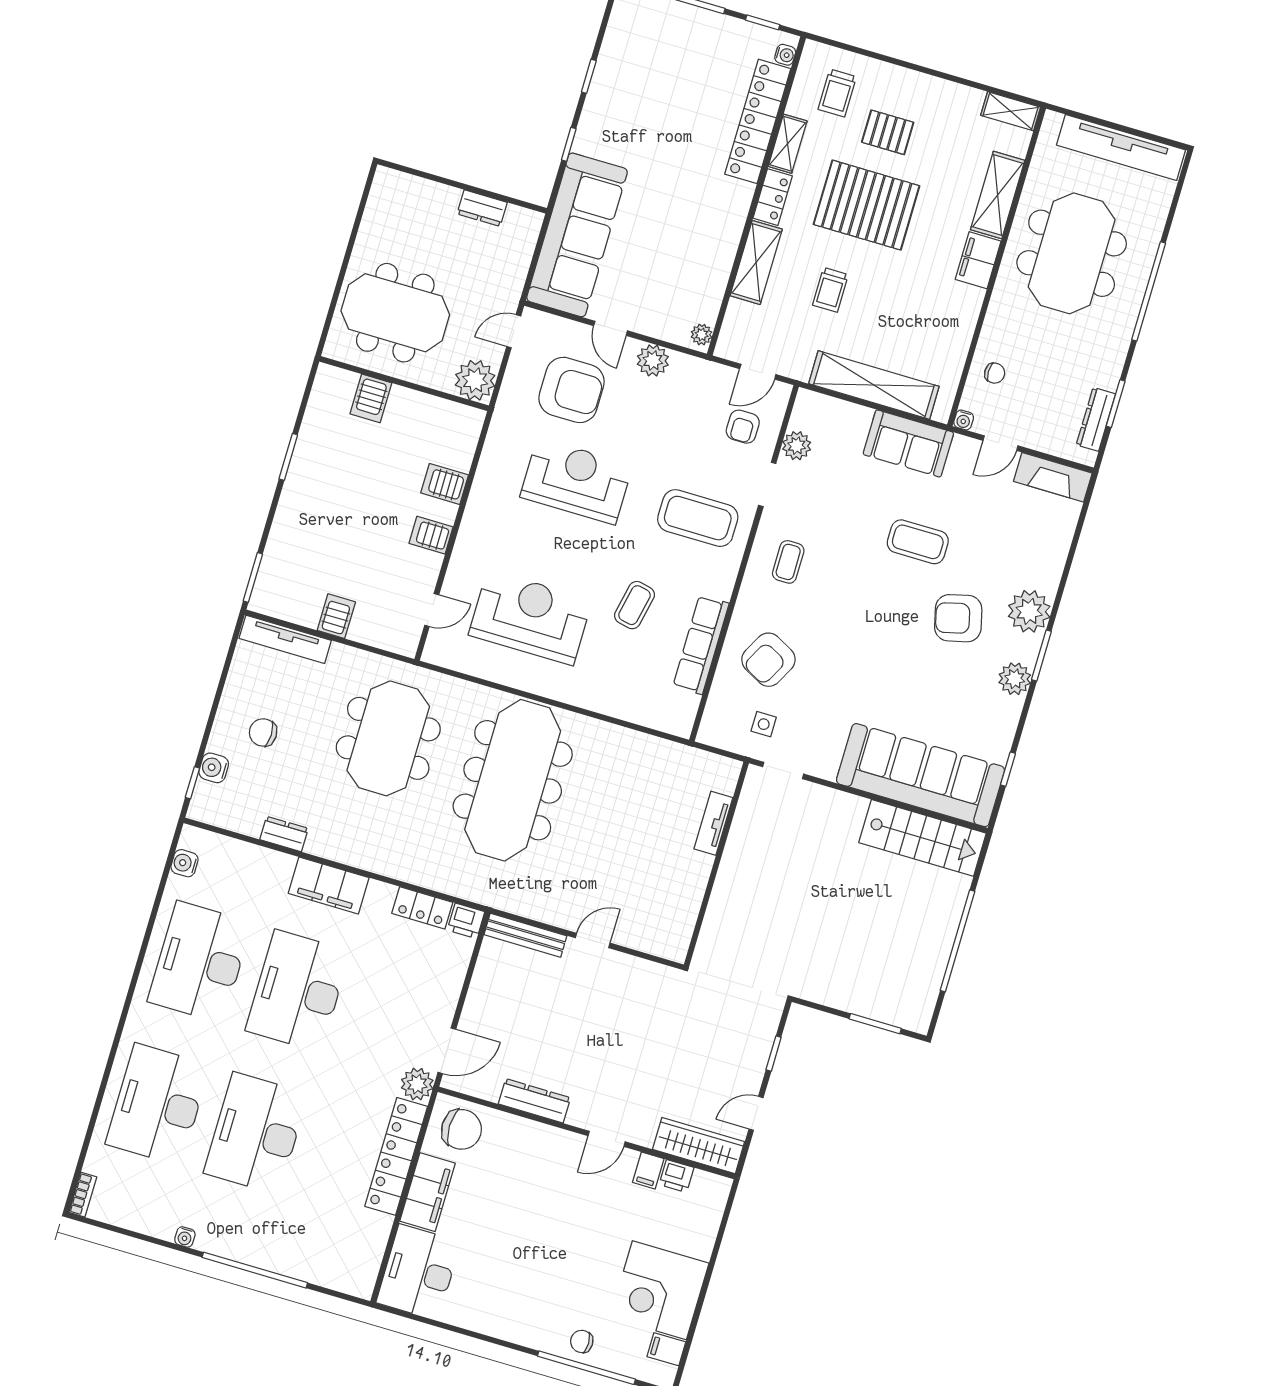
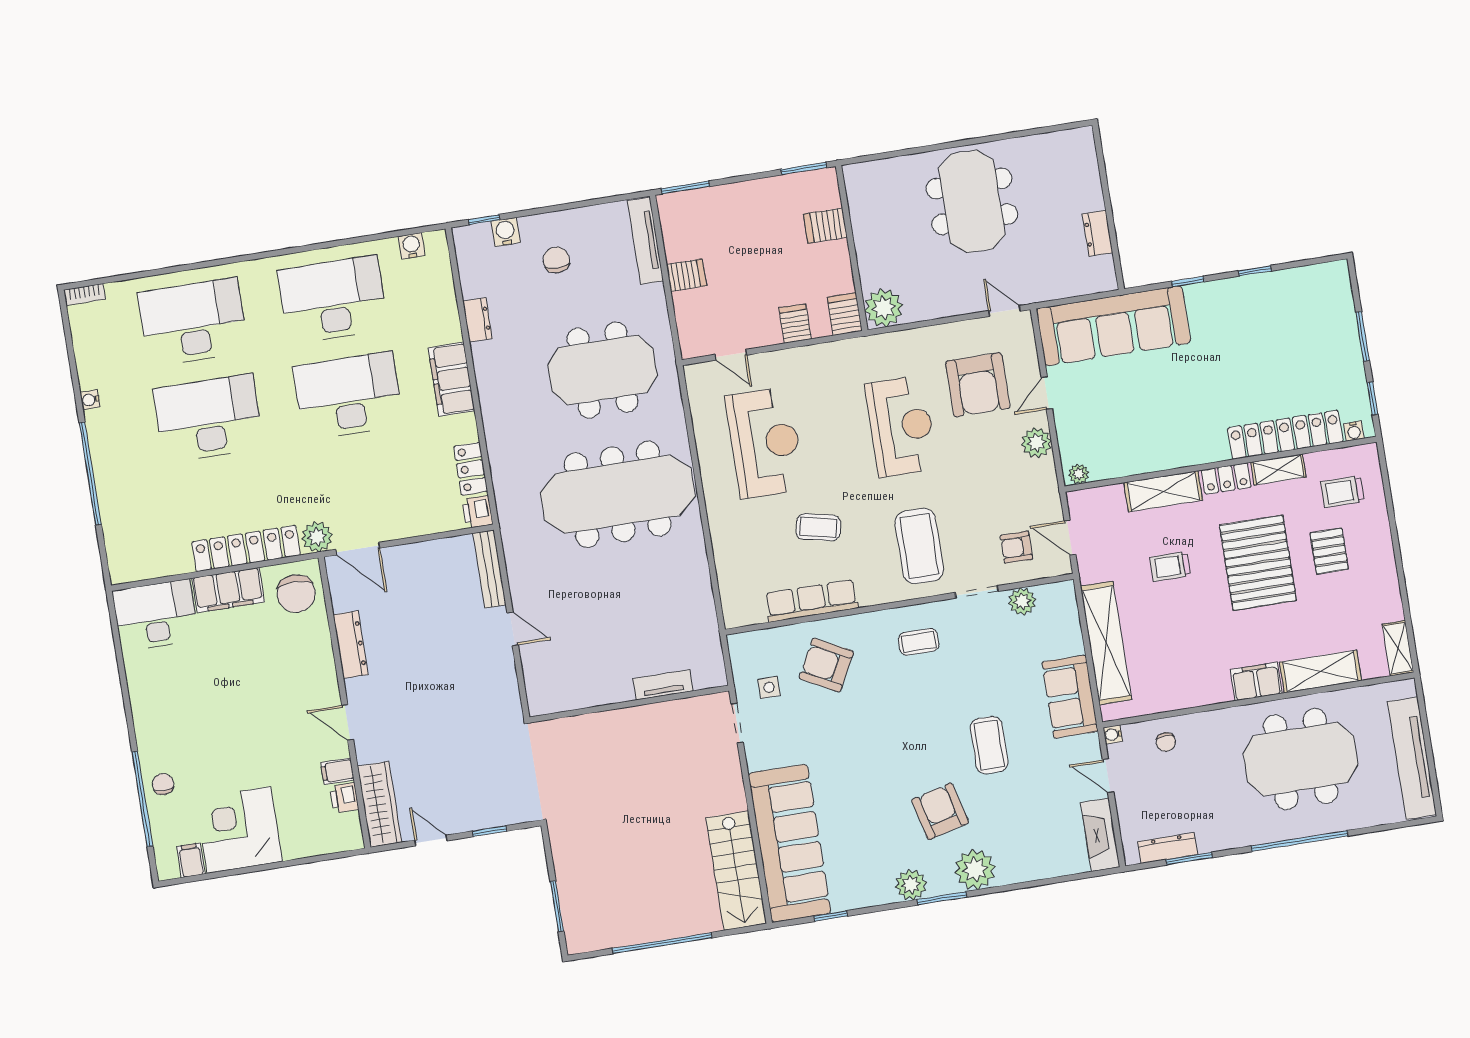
plant: (475, 380) -> (884, 308), moved
wall: (404, 384) -> (852, 248), moved
server rack: (371, 398) -> (825, 226), moved

